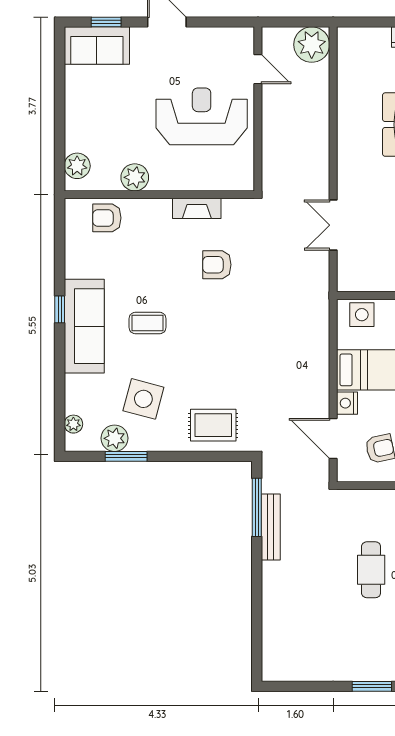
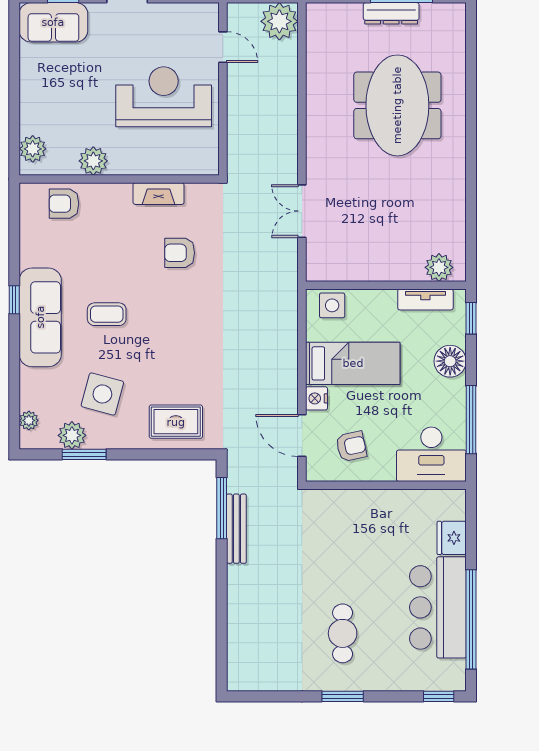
cafe table: (371, 570) -> (343, 633), moved

